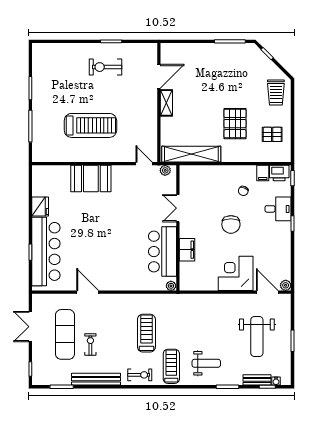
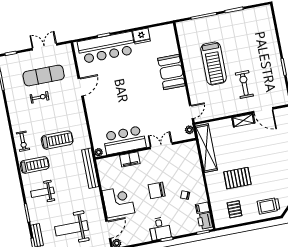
exercise bike: (105, 67) -> (244, 84), moved
desk: (278, 209) -> (160, 229), moved
weight bench: (206, 363) -> (42, 192), turned 90
bench: (96, 379) -> (90, 168), moved

